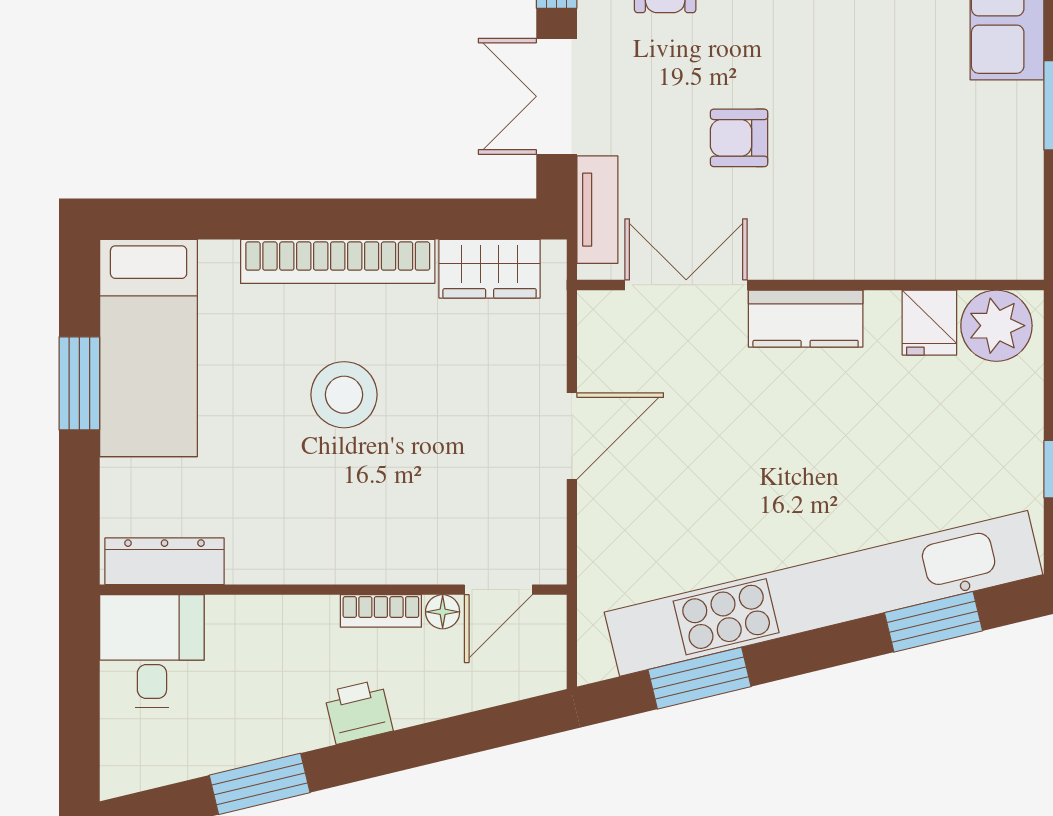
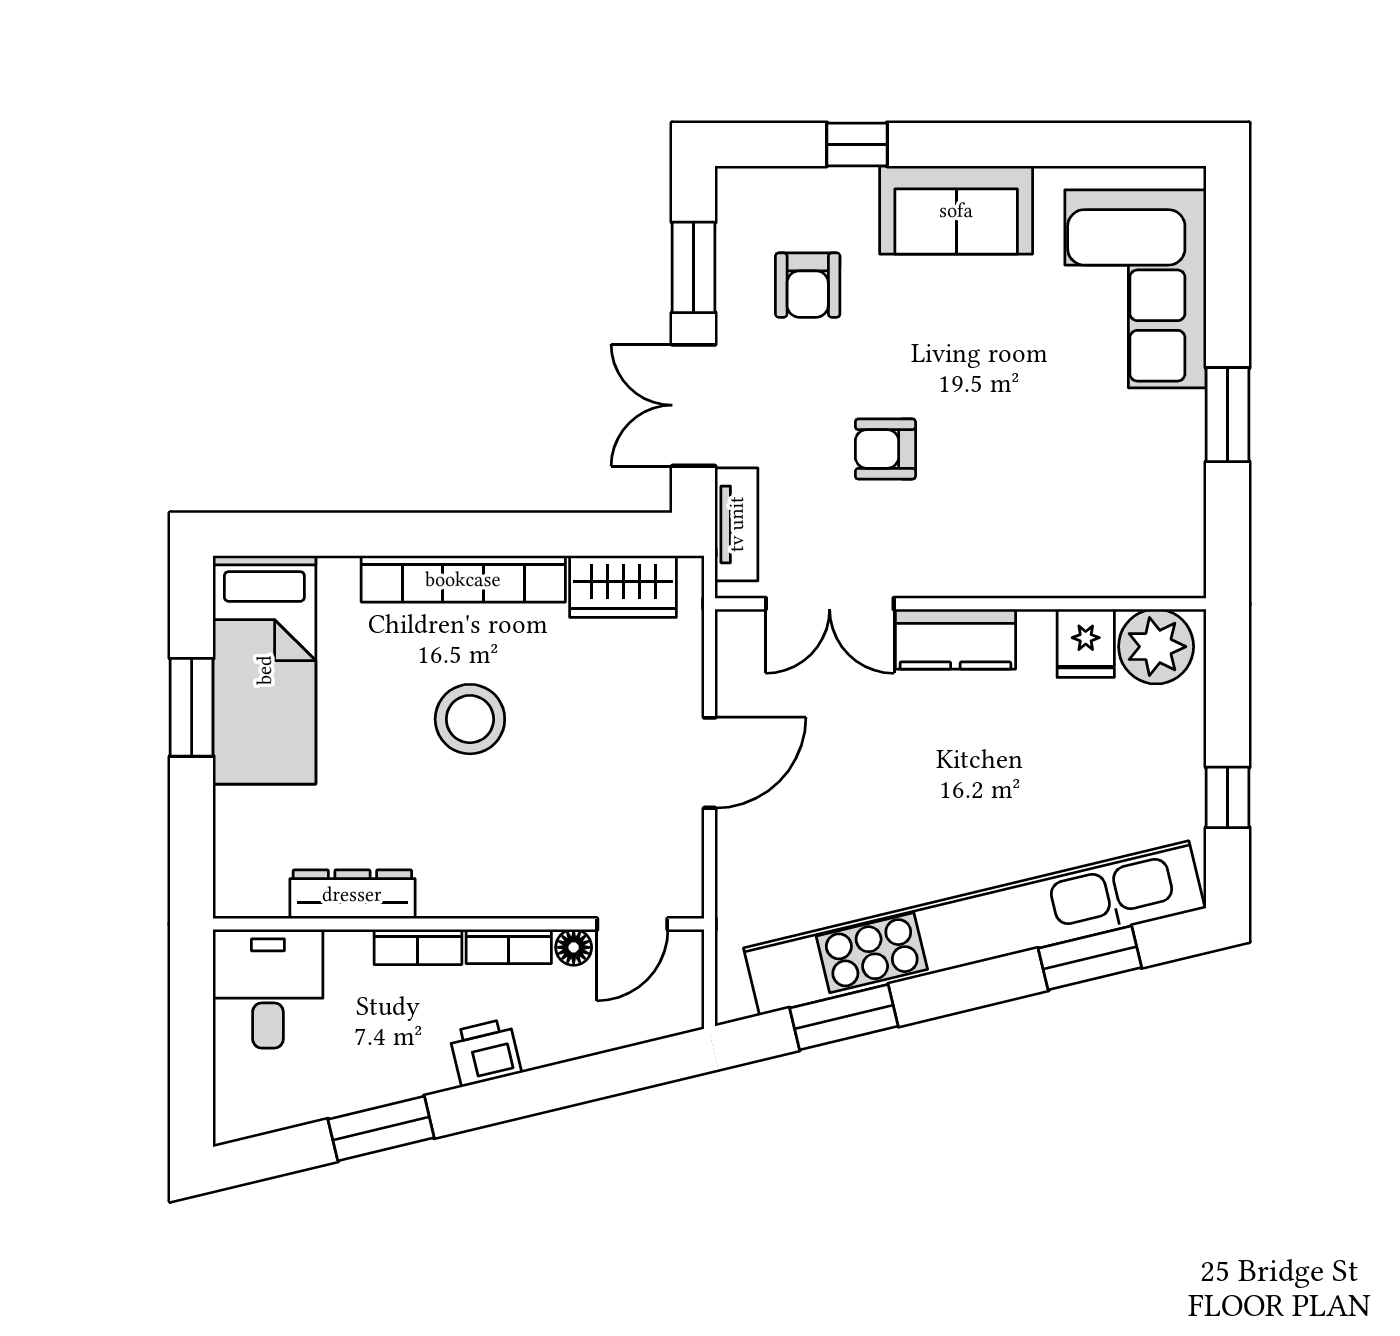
double door: (686, 285) -> (830, 604), swing flipped
dresser: (165, 561) -> (352, 894), moved
bookcase: (295, 611) -> (418, 947), added

